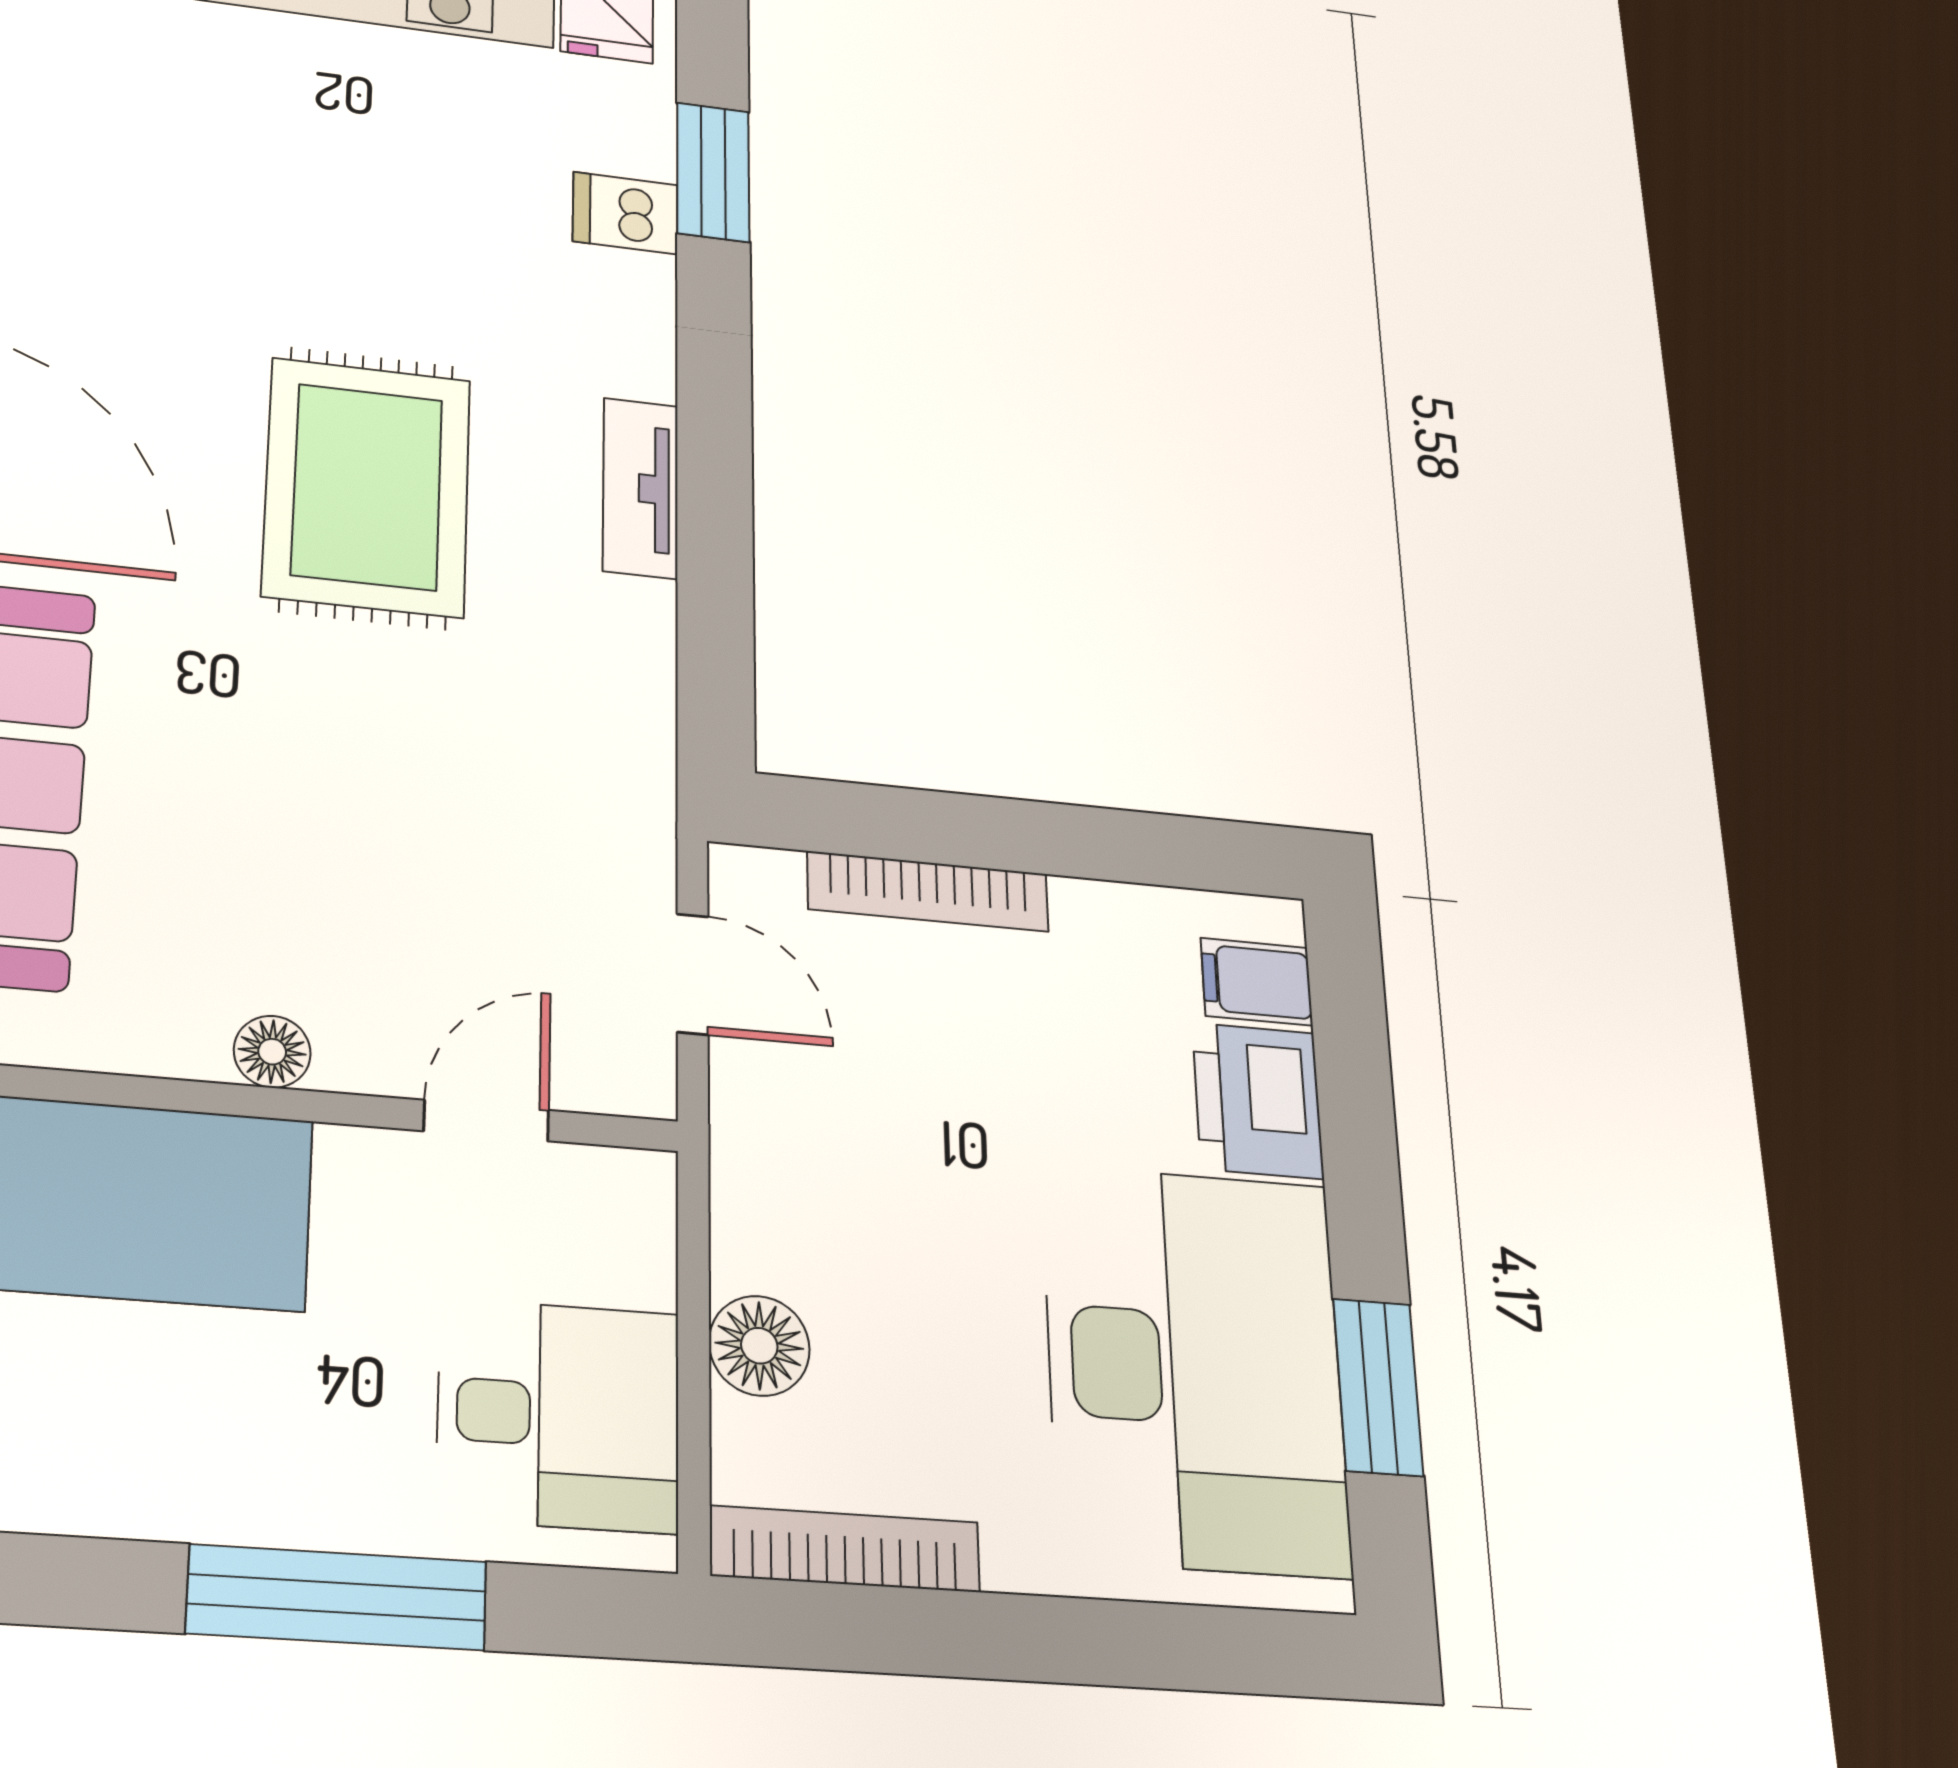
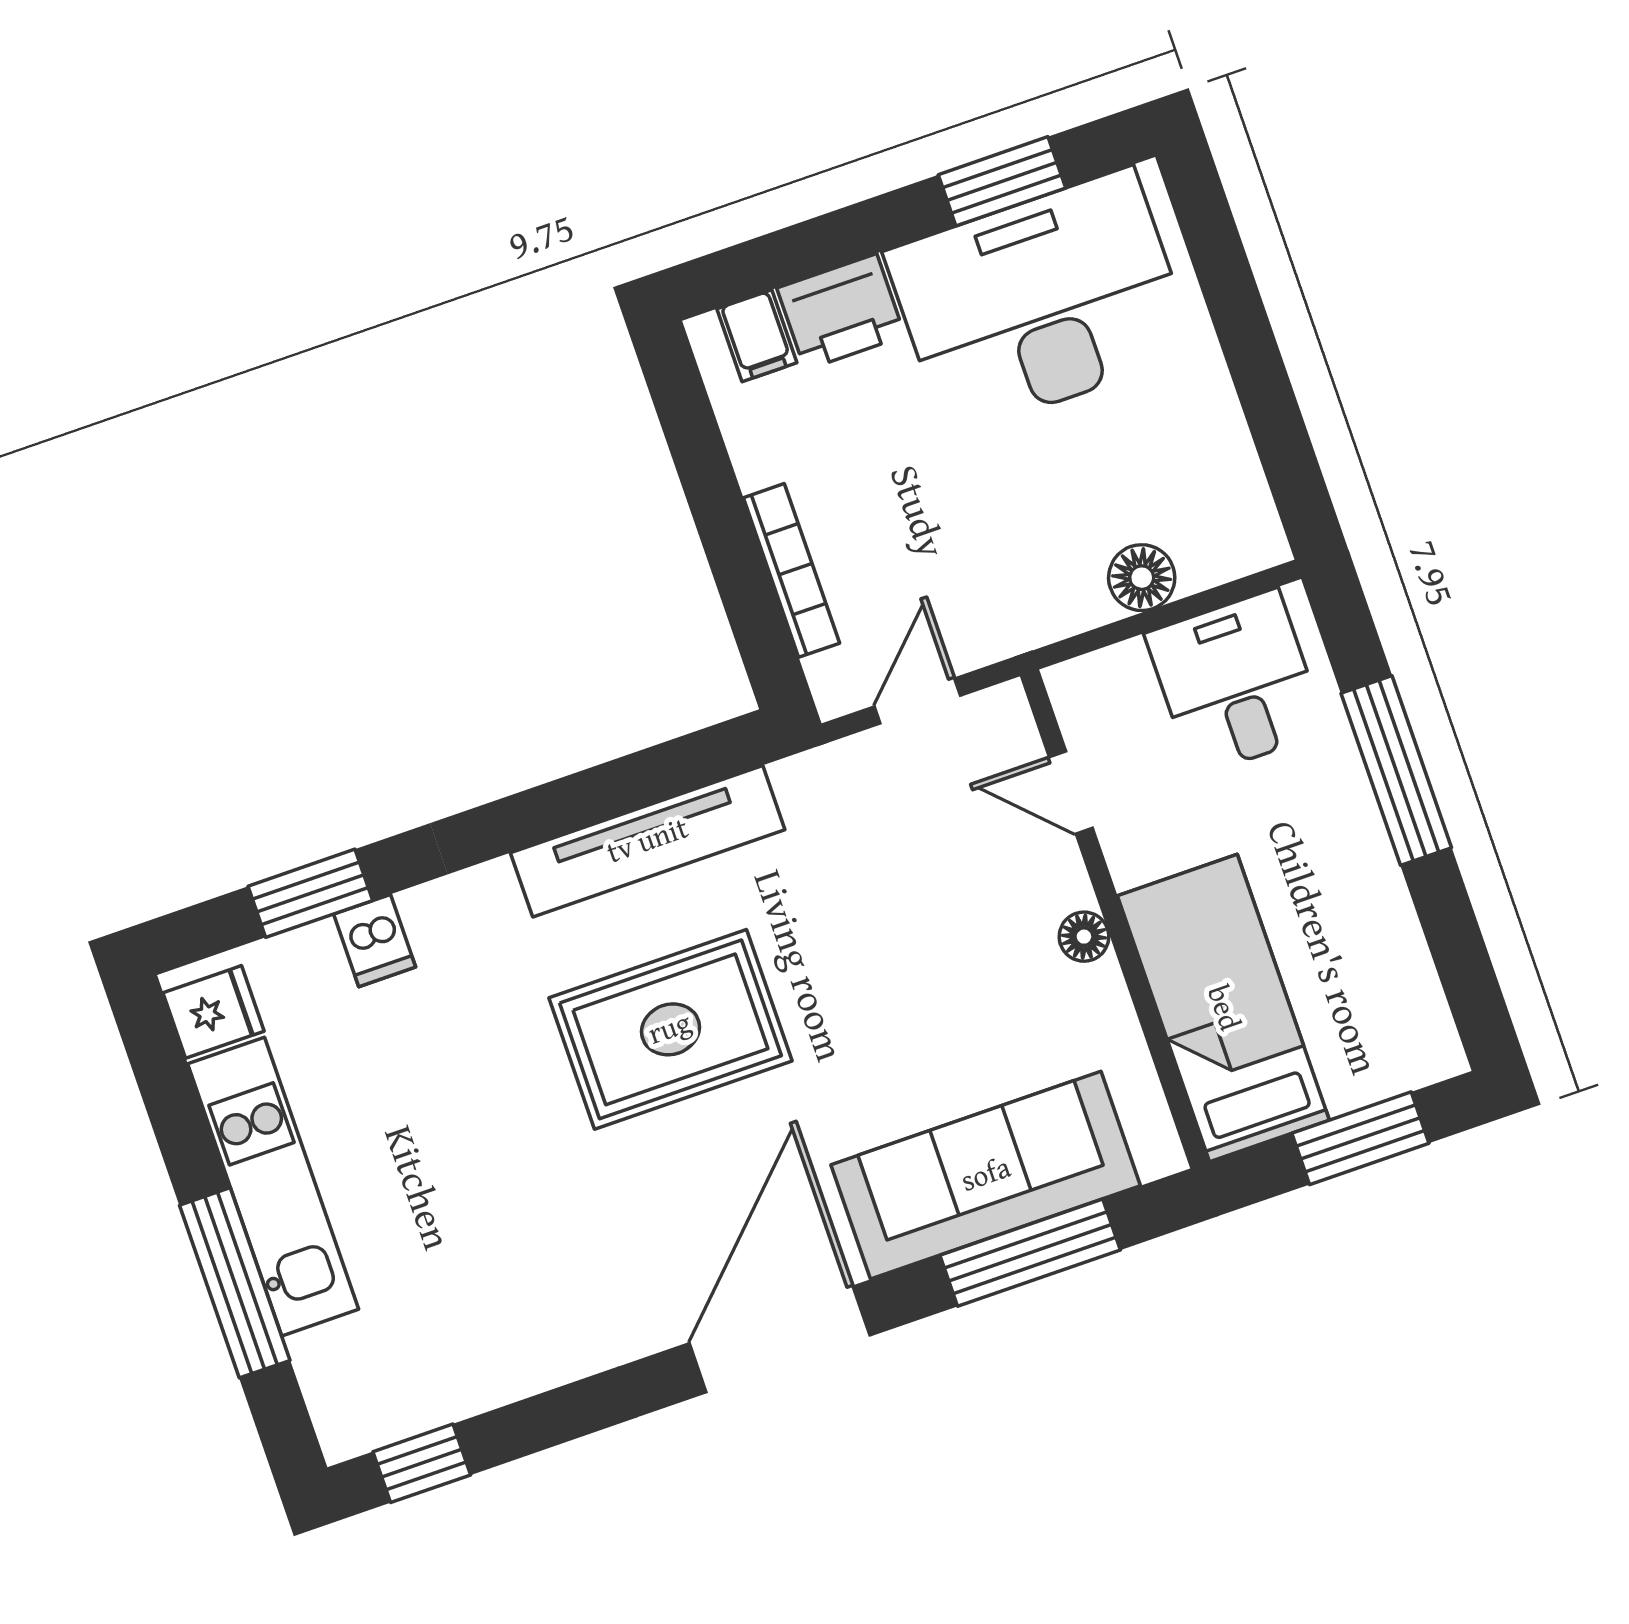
tv unit: (641, 488) -> (648, 841), width x1.92, depth x1.29
bookcase: (845, 1549) -> (1245, 485), removed

